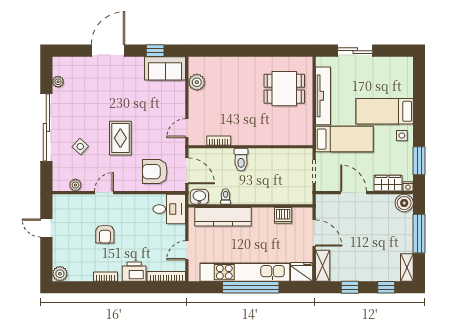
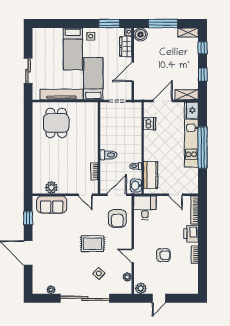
sofa: (165, 68) -> (52, 205), moved, turned 90
kitchen counter: (223, 217) -> (151, 175), width x0.67
kitchen unit: (245, 272) -> (191, 143), width x0.73
plant: (60, 274) -> (141, 288), moved

